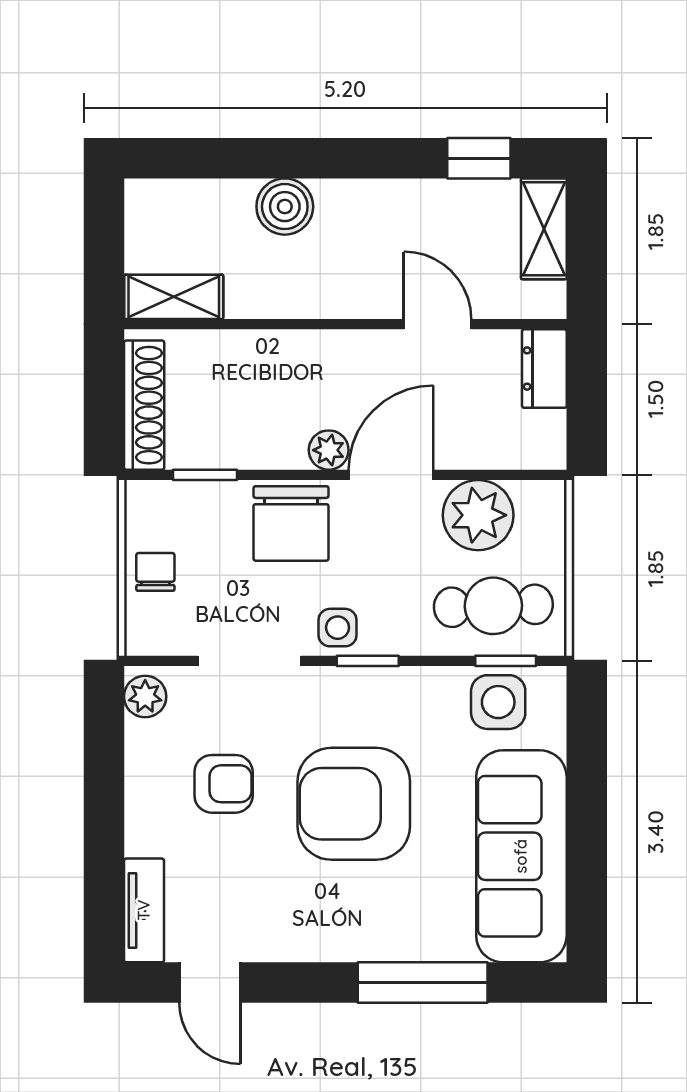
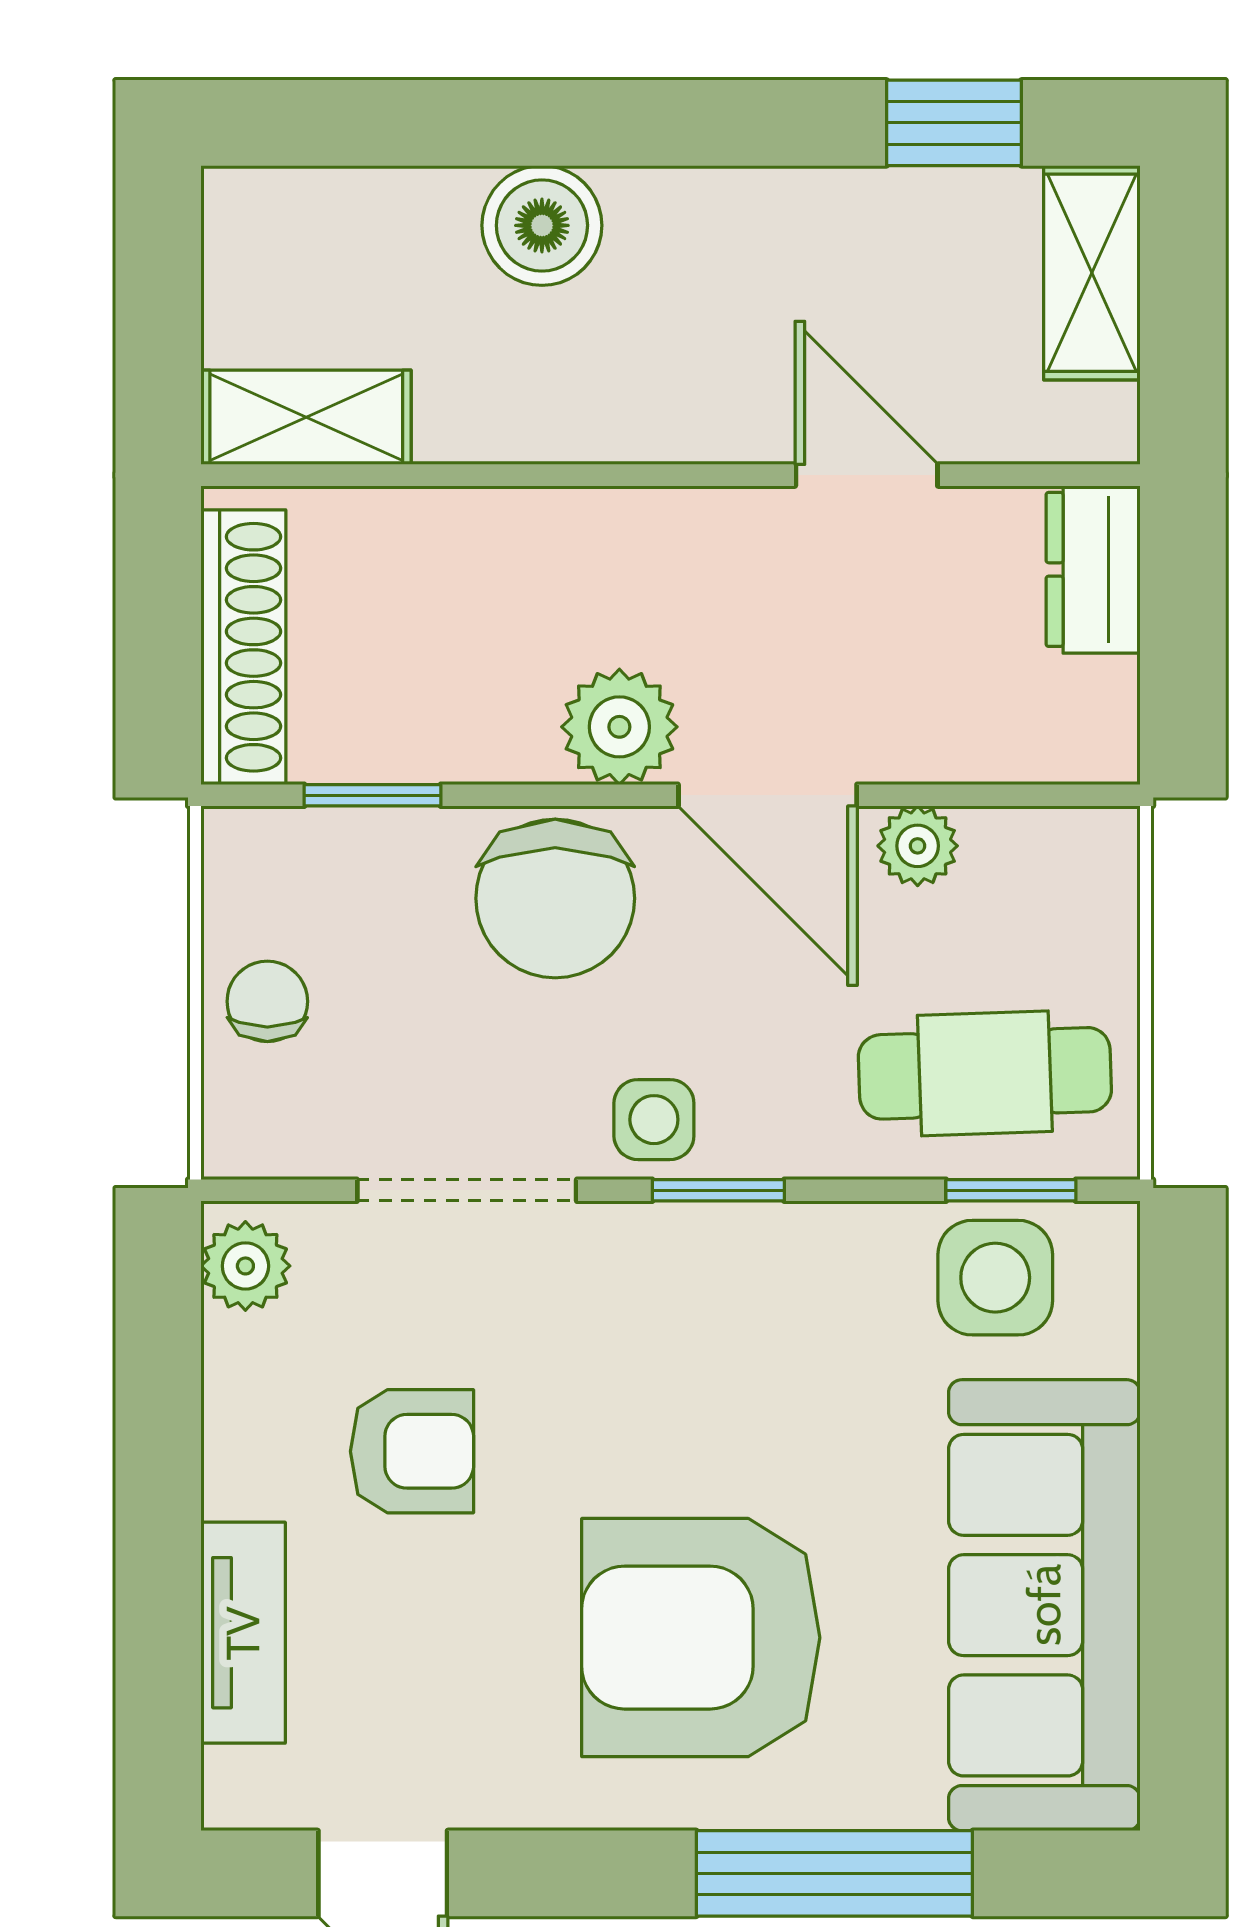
plant: (329, 450) -> (619, 727), width x1.38, depth x1.38
door: (391, 475) -> (768, 795), swing flipped
plant: (478, 515) -> (918, 846), width x0.53, depth x0.53
armchair: (354, 804) -> (701, 1638), moved
tv unit: (144, 910) -> (243, 1633), moved

